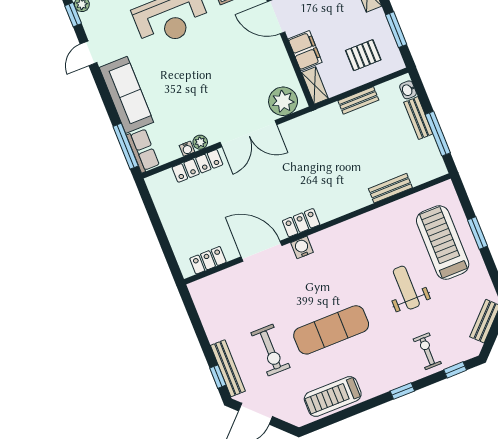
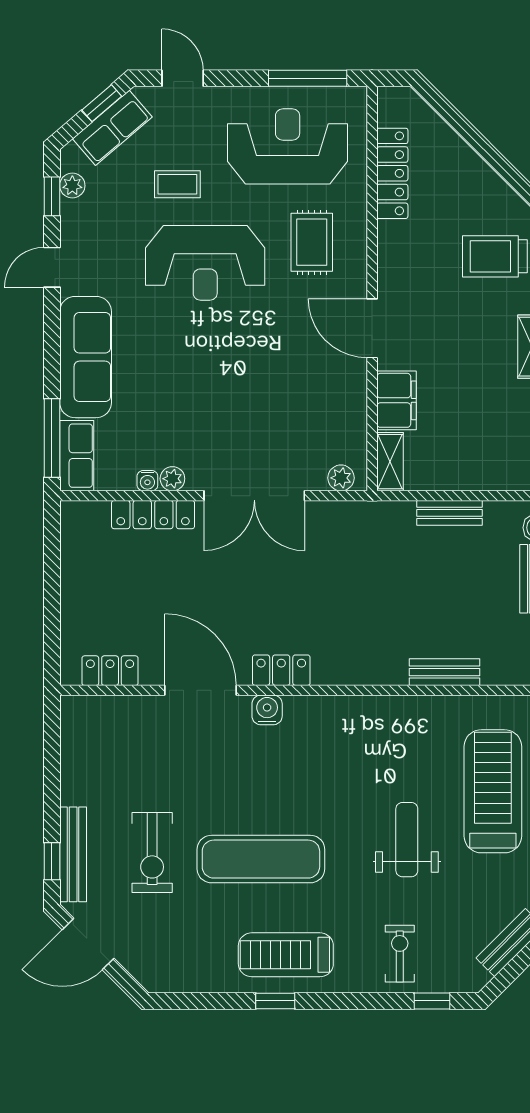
pallet: (363, 55) -> (486, 444), removed
plant: (283, 101) -> (341, 478), width x0.53, depth x0.53
window: (402, 391) -> (275, 1001), moved
treadmill: (333, 396) -> (286, 955), moved

